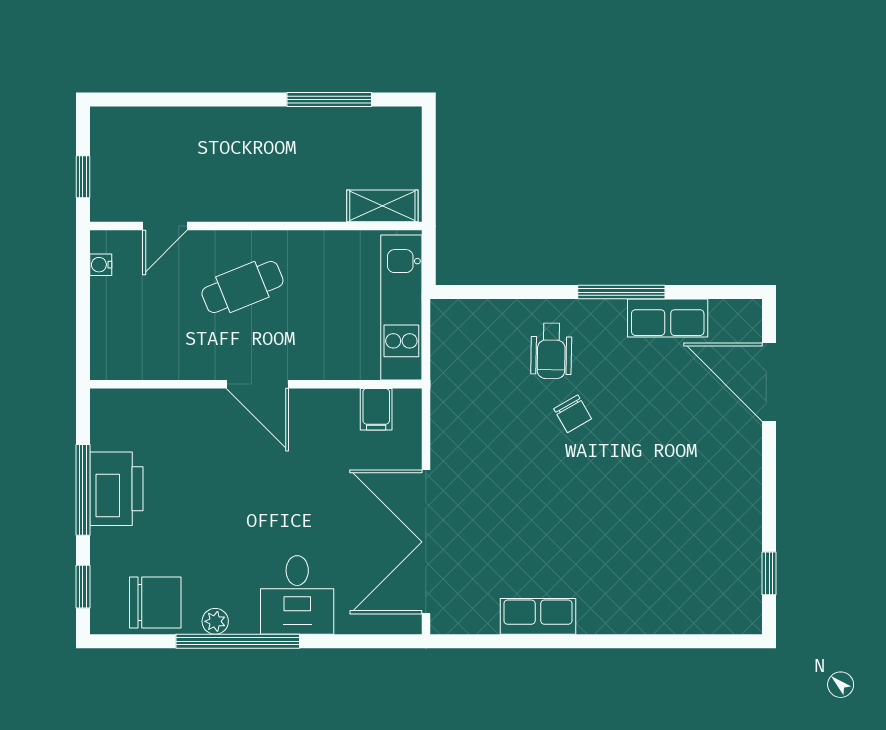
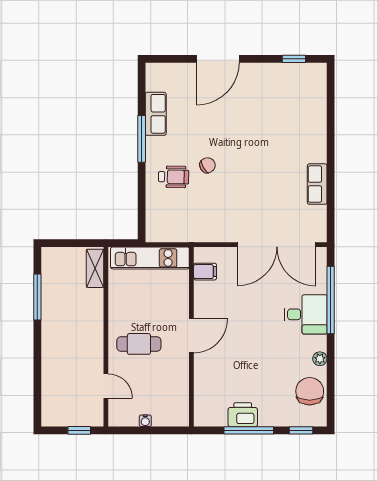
water cooler: (101, 265) -> (145, 421), moved
cafe table: (242, 287) -> (139, 344), turned -68
door: (769, 382) -> (218, 59), moved
printer: (116, 489) -> (243, 415), width x0.73, depth x0.84
window: (238, 641) -> (331, 300), moved

